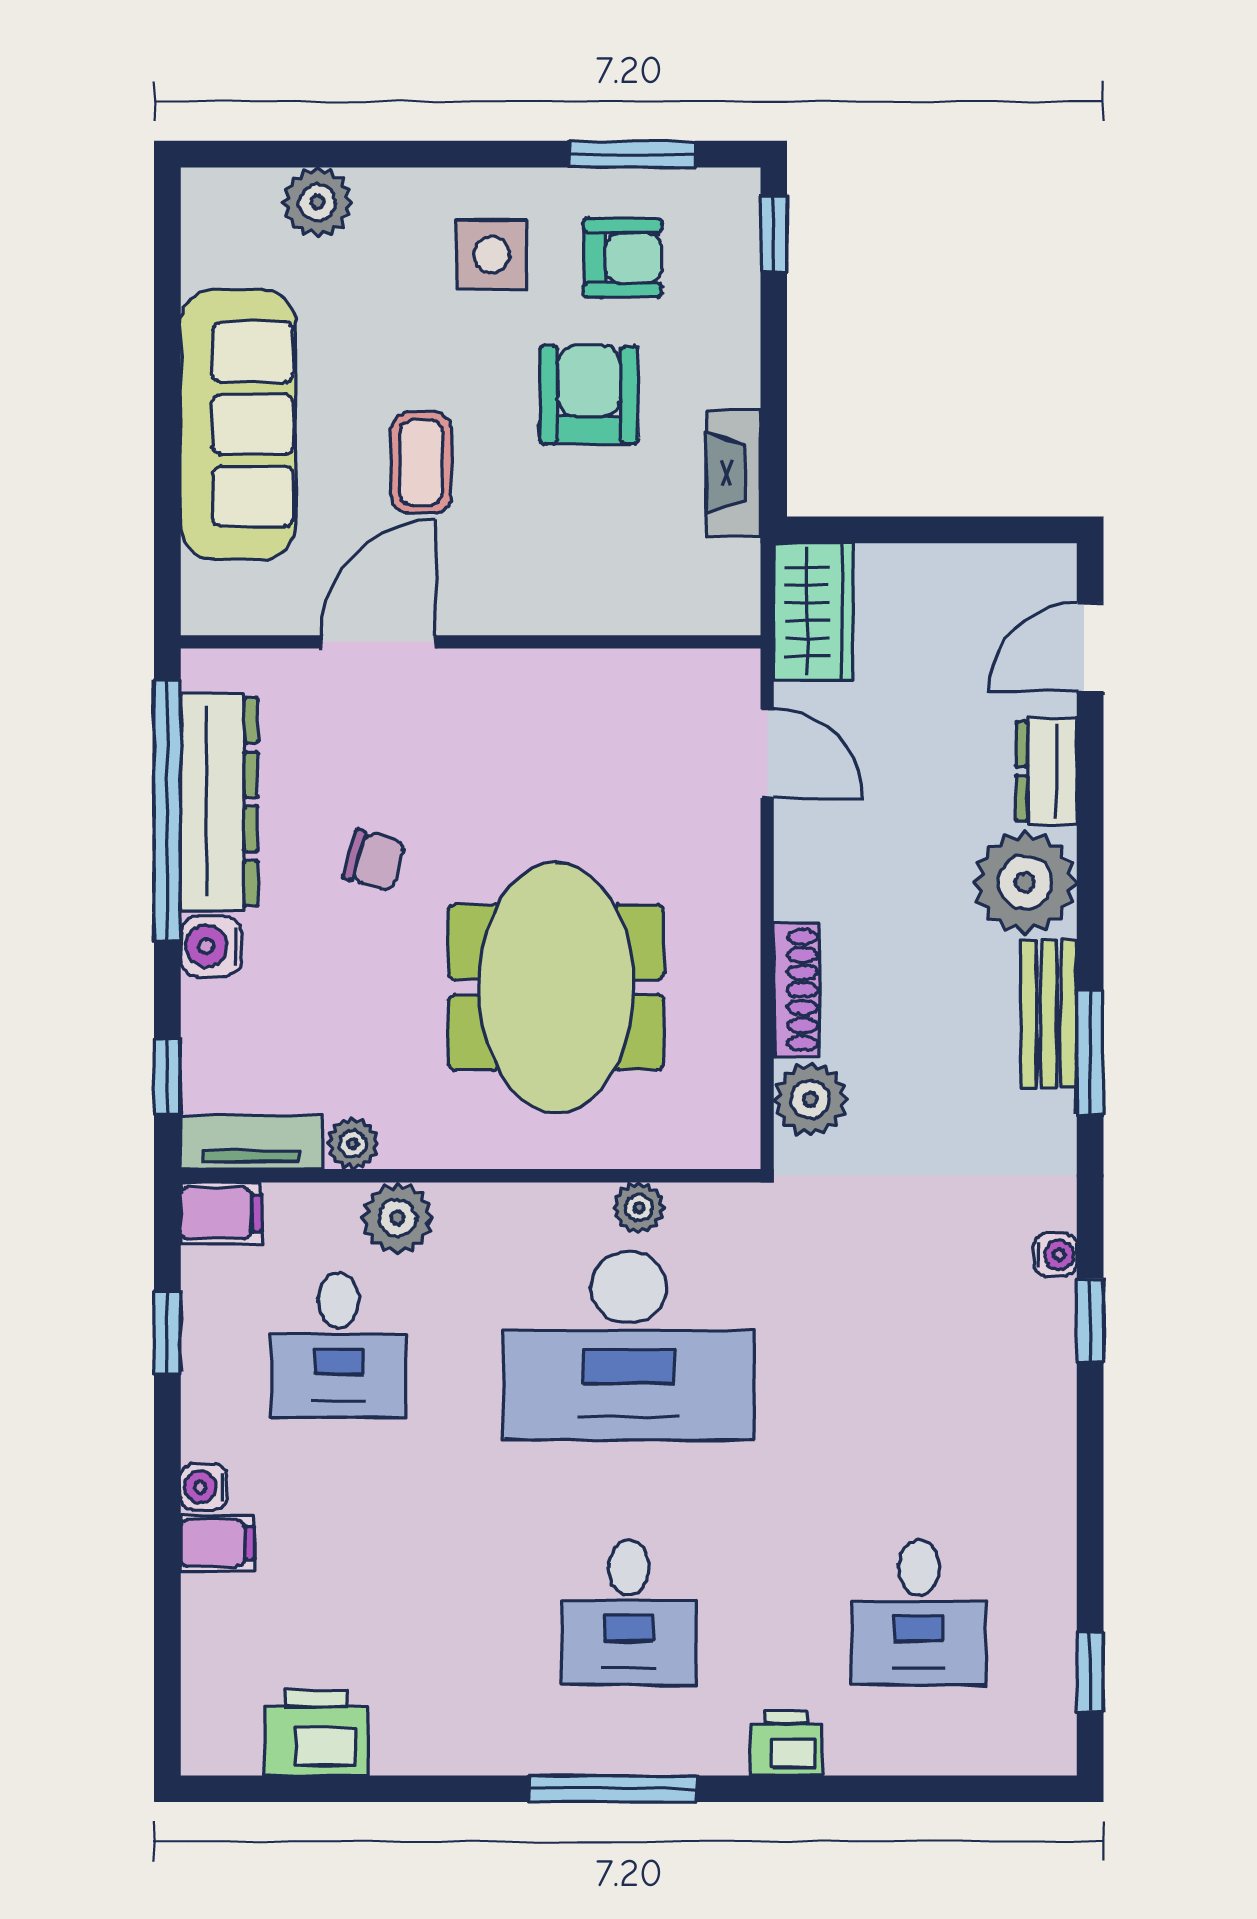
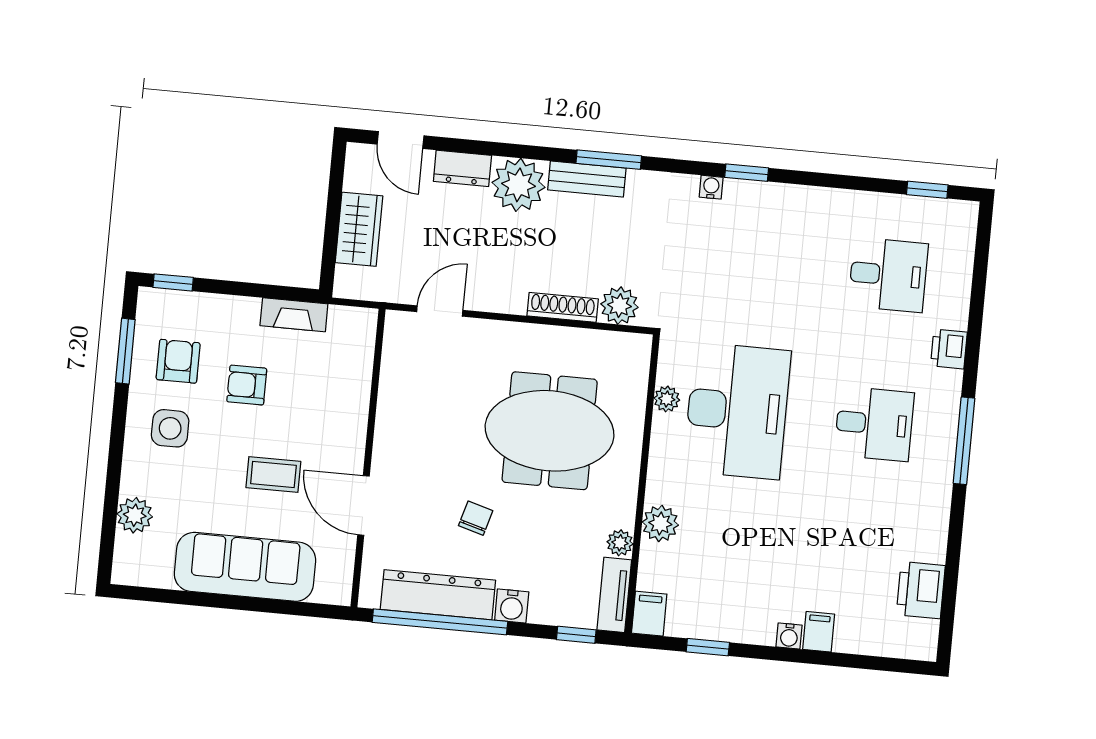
armchair: (589, 395) -> (247, 385), width x0.72, depth x0.72
wardrobe: (814, 612) -> (359, 229), moved, turned 90
desk: (339, 1346) -> (723, 560), removed

